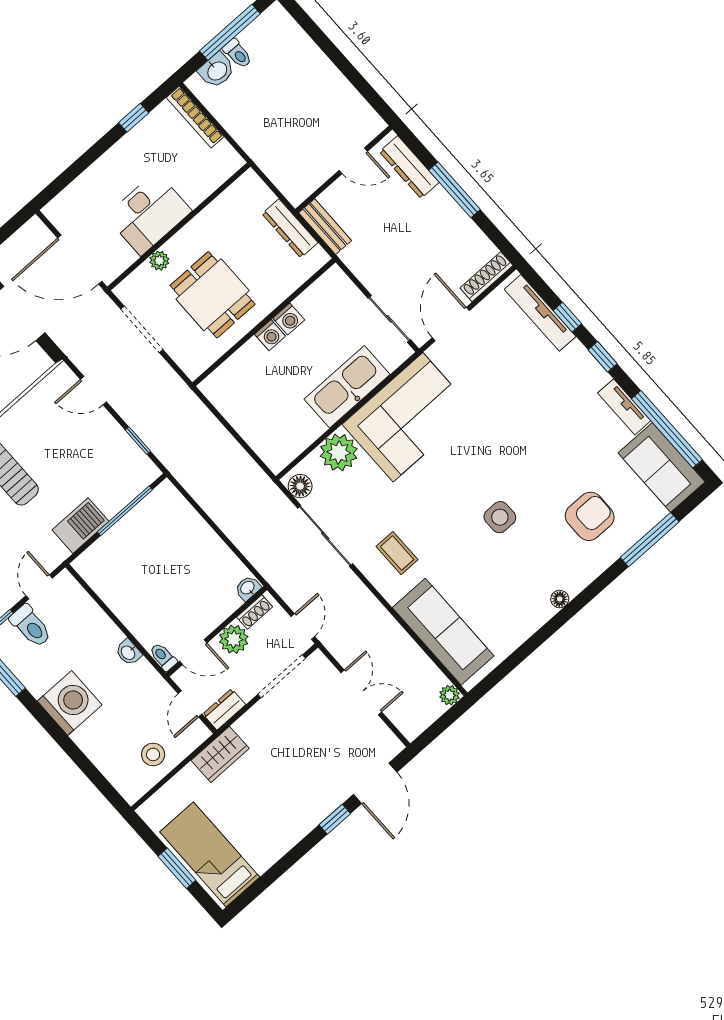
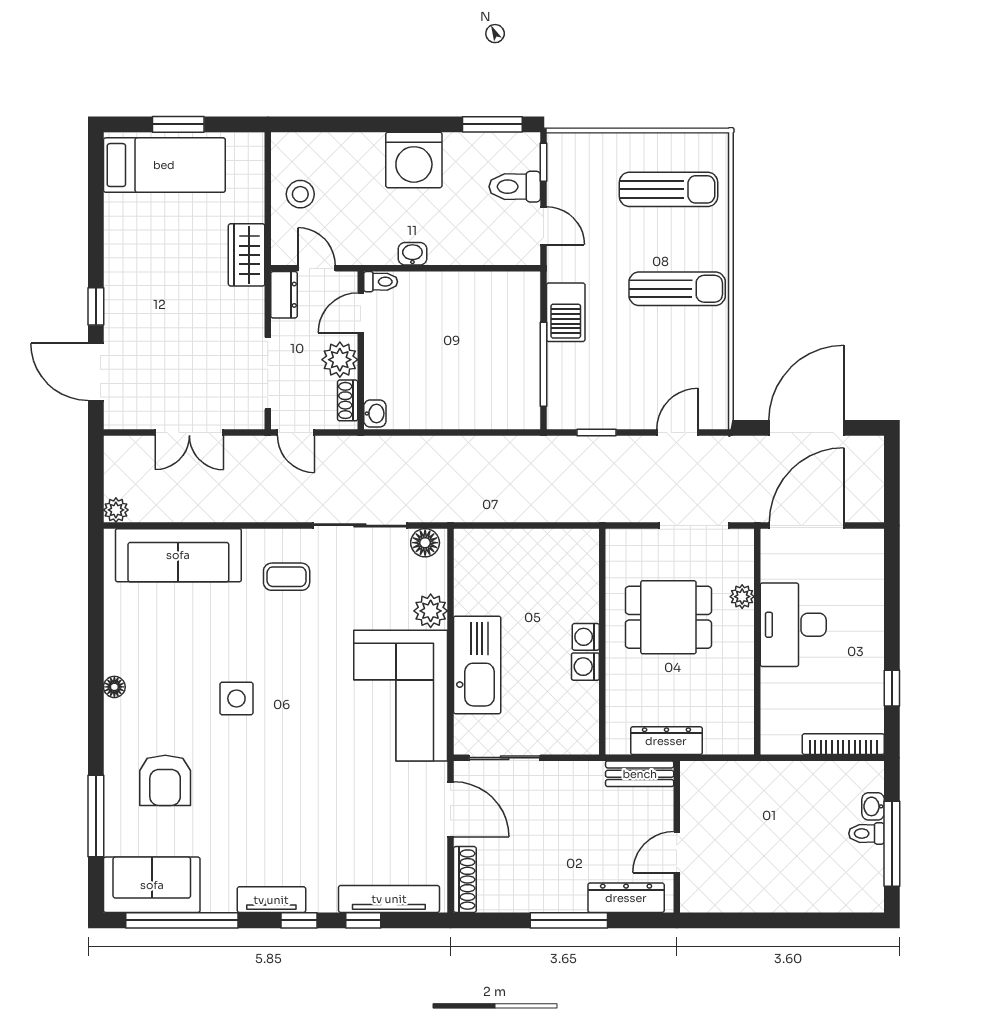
washbasin: (217, 70) -> (873, 806), width x0.72, depth x0.69
tv unit: (624, 407) -> (271, 900), moved
plant: (339, 452) -> (431, 611), width x0.73, depth x0.73

